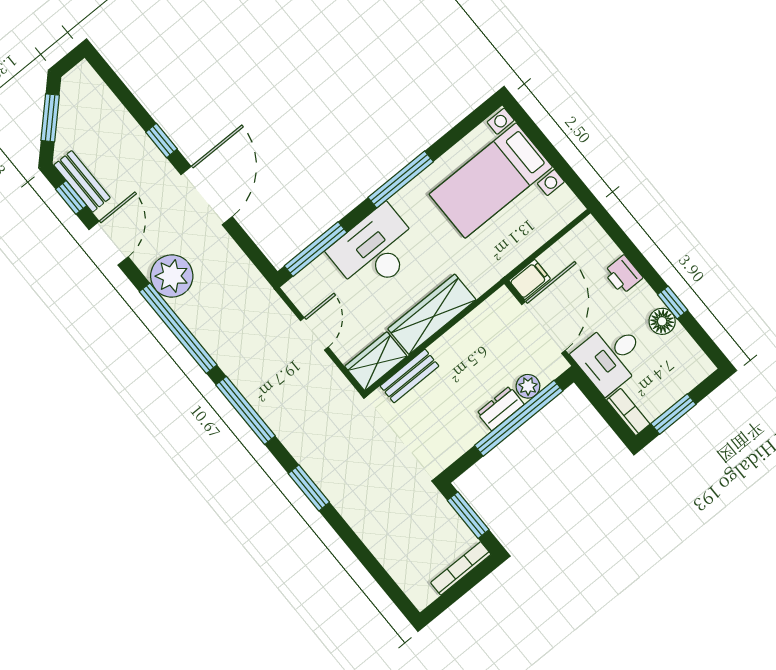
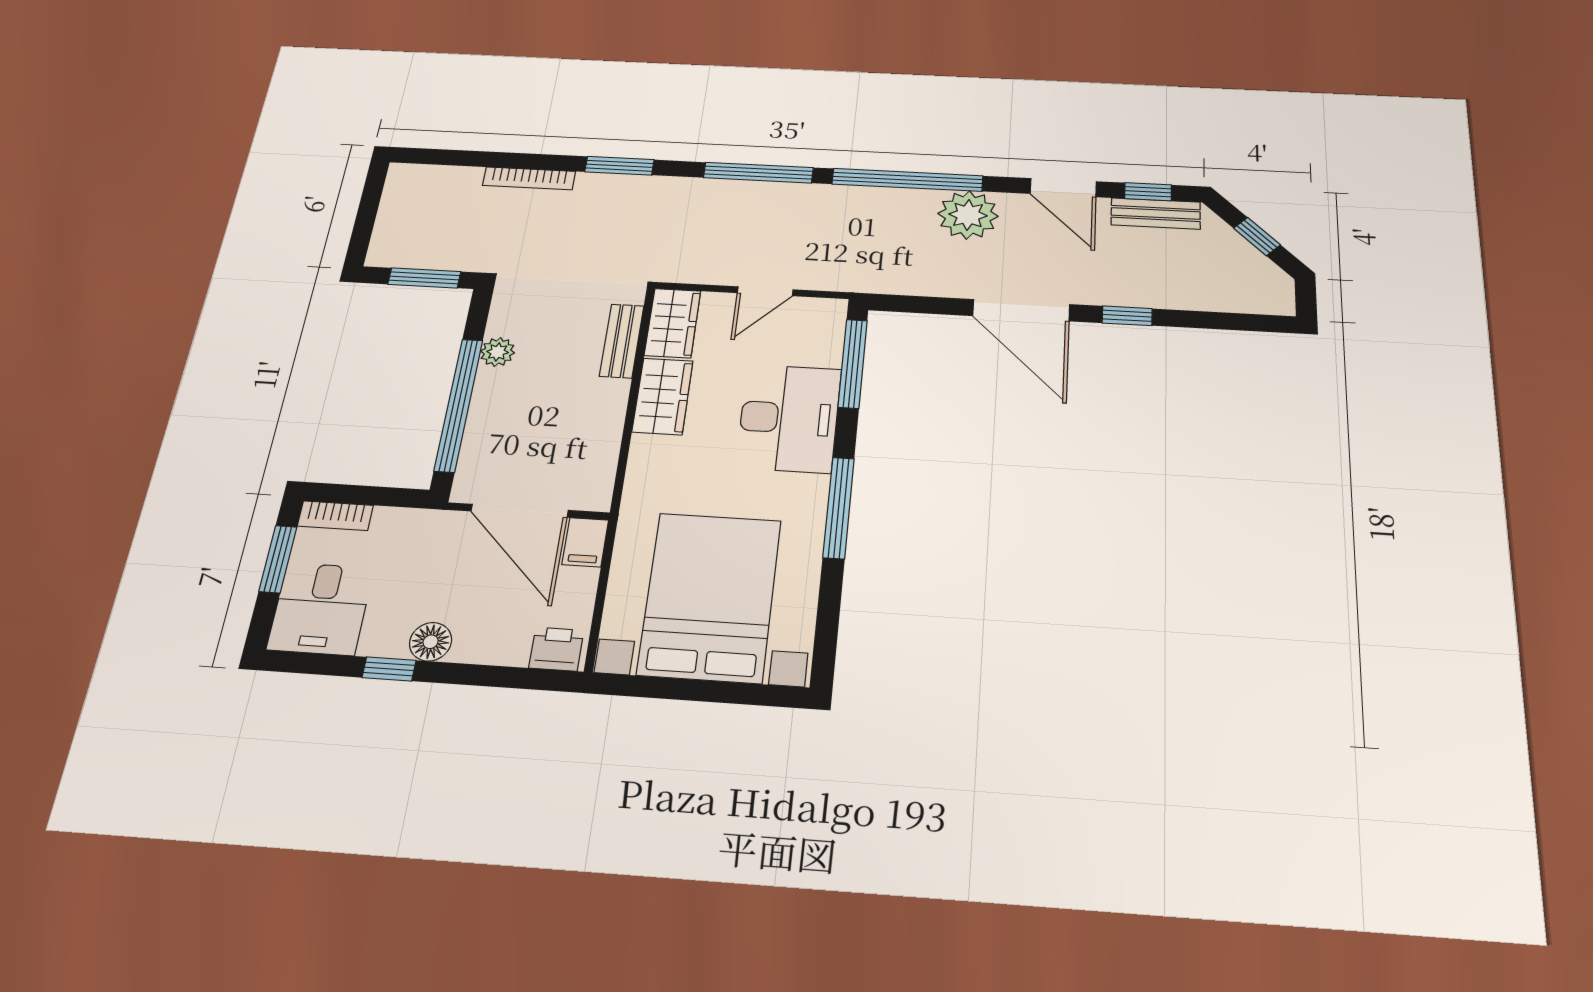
window: (50, 118) -> (1257, 237), width x0.67
bed with nightstands: (491, 181) -> (710, 597), width x1.36
printer: (623, 275) -> (556, 649), moved
wardrobe: (432, 314) -> (663, 396), width x0.67
floor lamp: (662, 321) -> (431, 642), moved
door: (314, 334) -> (765, 291), hinge flipped
desk: (611, 357) -> (321, 609), moved, turned 180
plant: (528, 386) -> (498, 352), moved
dresser: (501, 409) -> (489, 396), removed
bookcase: (461, 568) -> (529, 178), moved, turned 90

